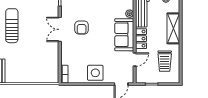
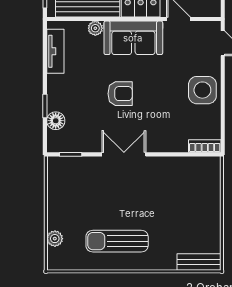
armchair: (82, 28) -> (120, 94), moved
double door: (60, 29) -> (124, 154), swing flipped

